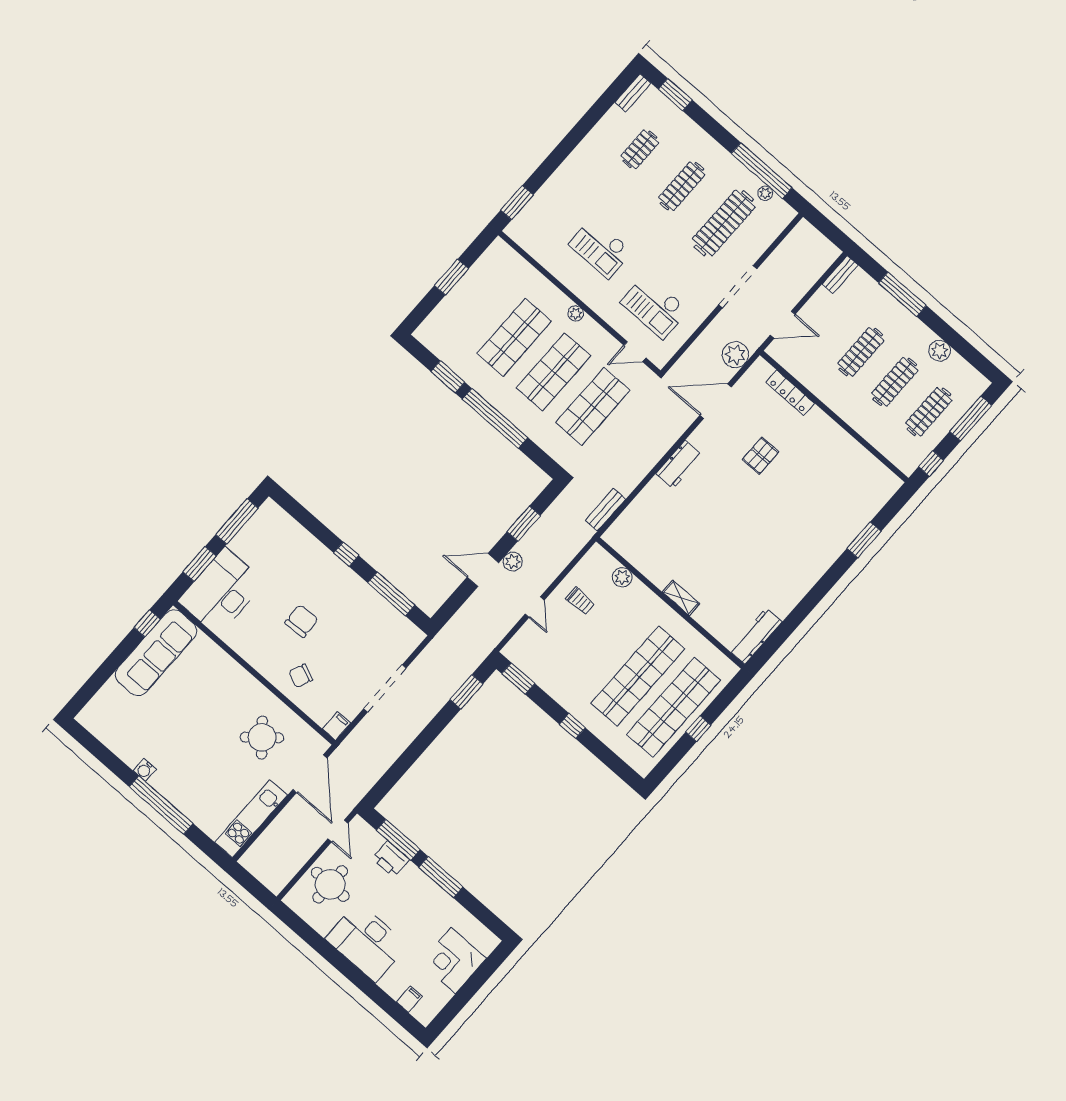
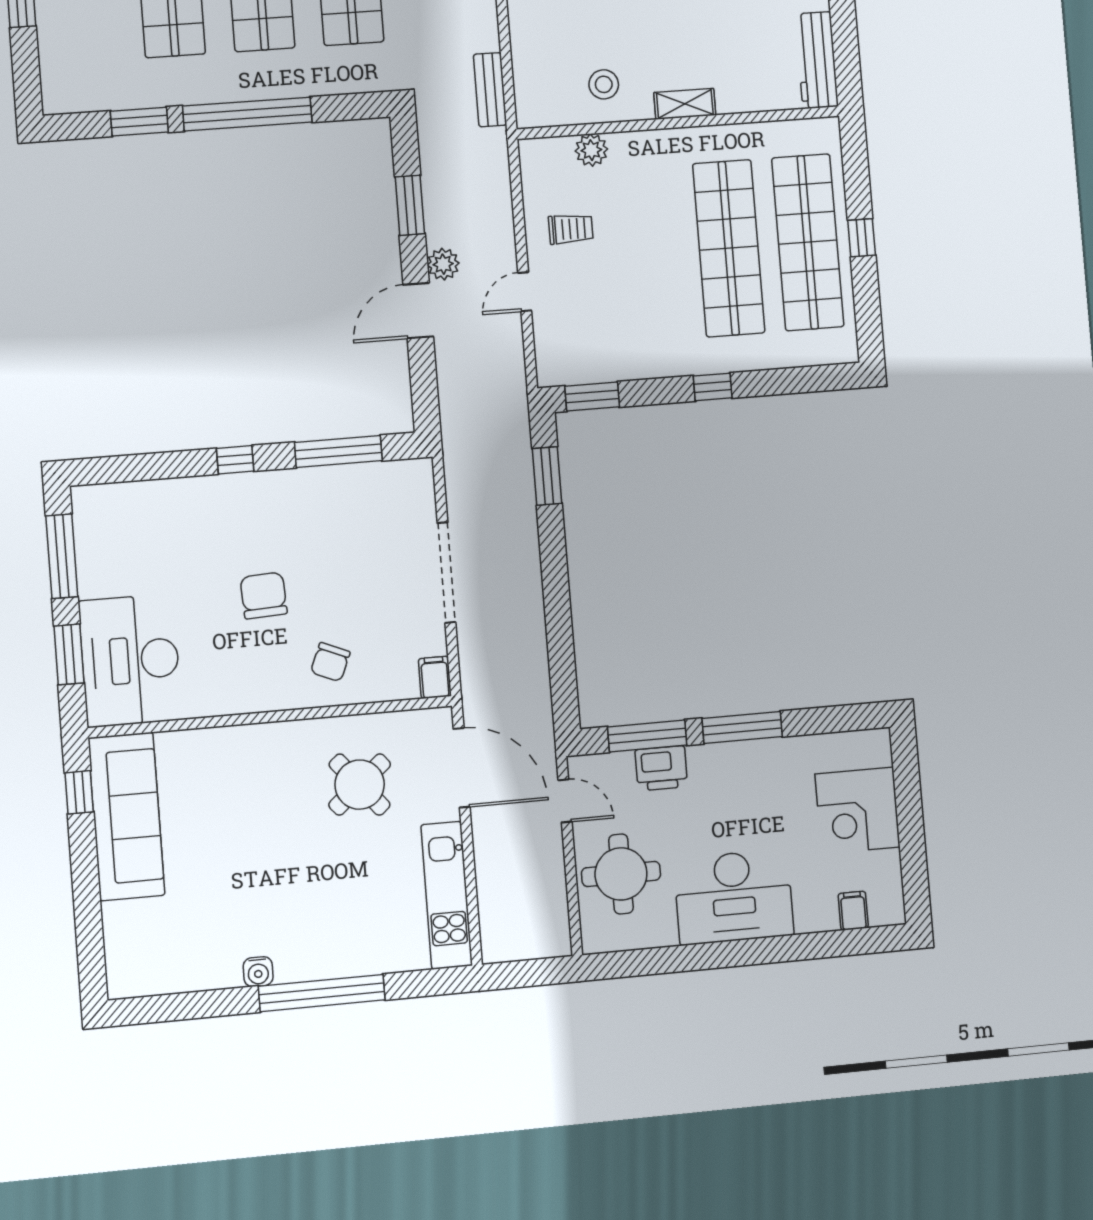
stool: (655, 555) -> (604, 84), added
door: (535, 607) -> (525, 292), swing flipped

